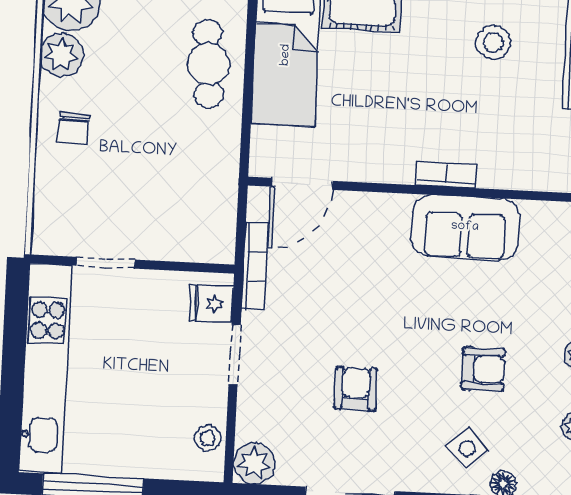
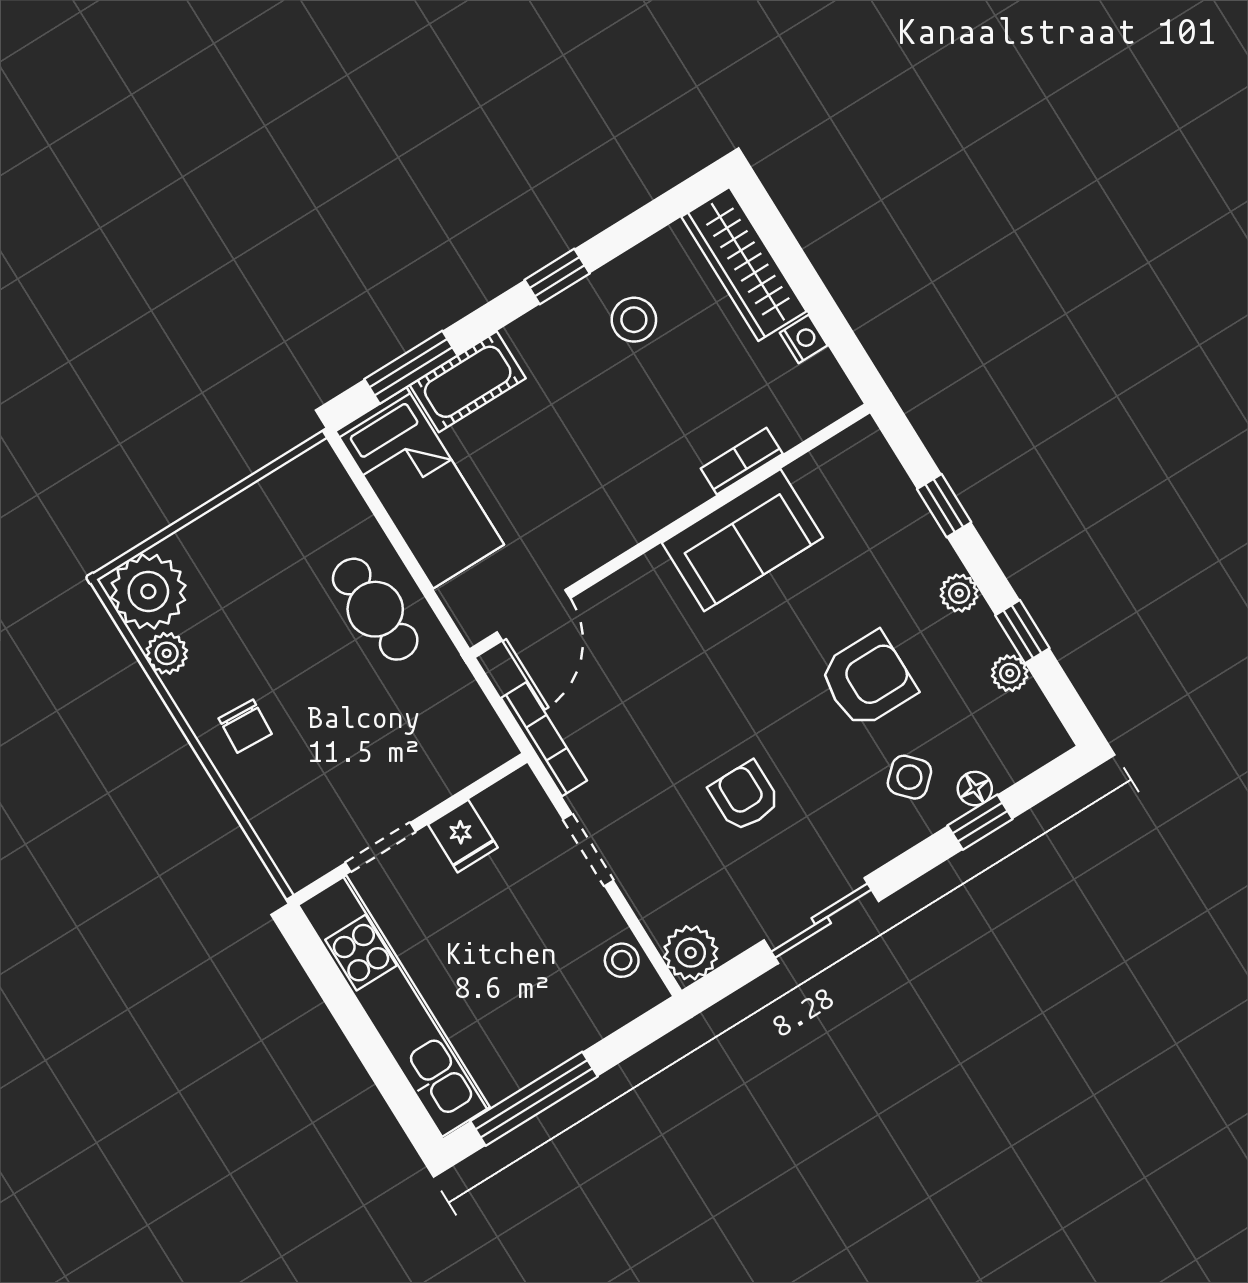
plant: (61, 55) -> (167, 653), width x0.73, depth x0.73
cafe table: (208, 64) -> (375, 609), moved
bookcase: (446, 175) -> (742, 461), moved
fridge: (211, 304) -> (463, 836), moved, turned -90
armchair: (483, 369) -> (868, 680), width x1.38, depth x1.38

